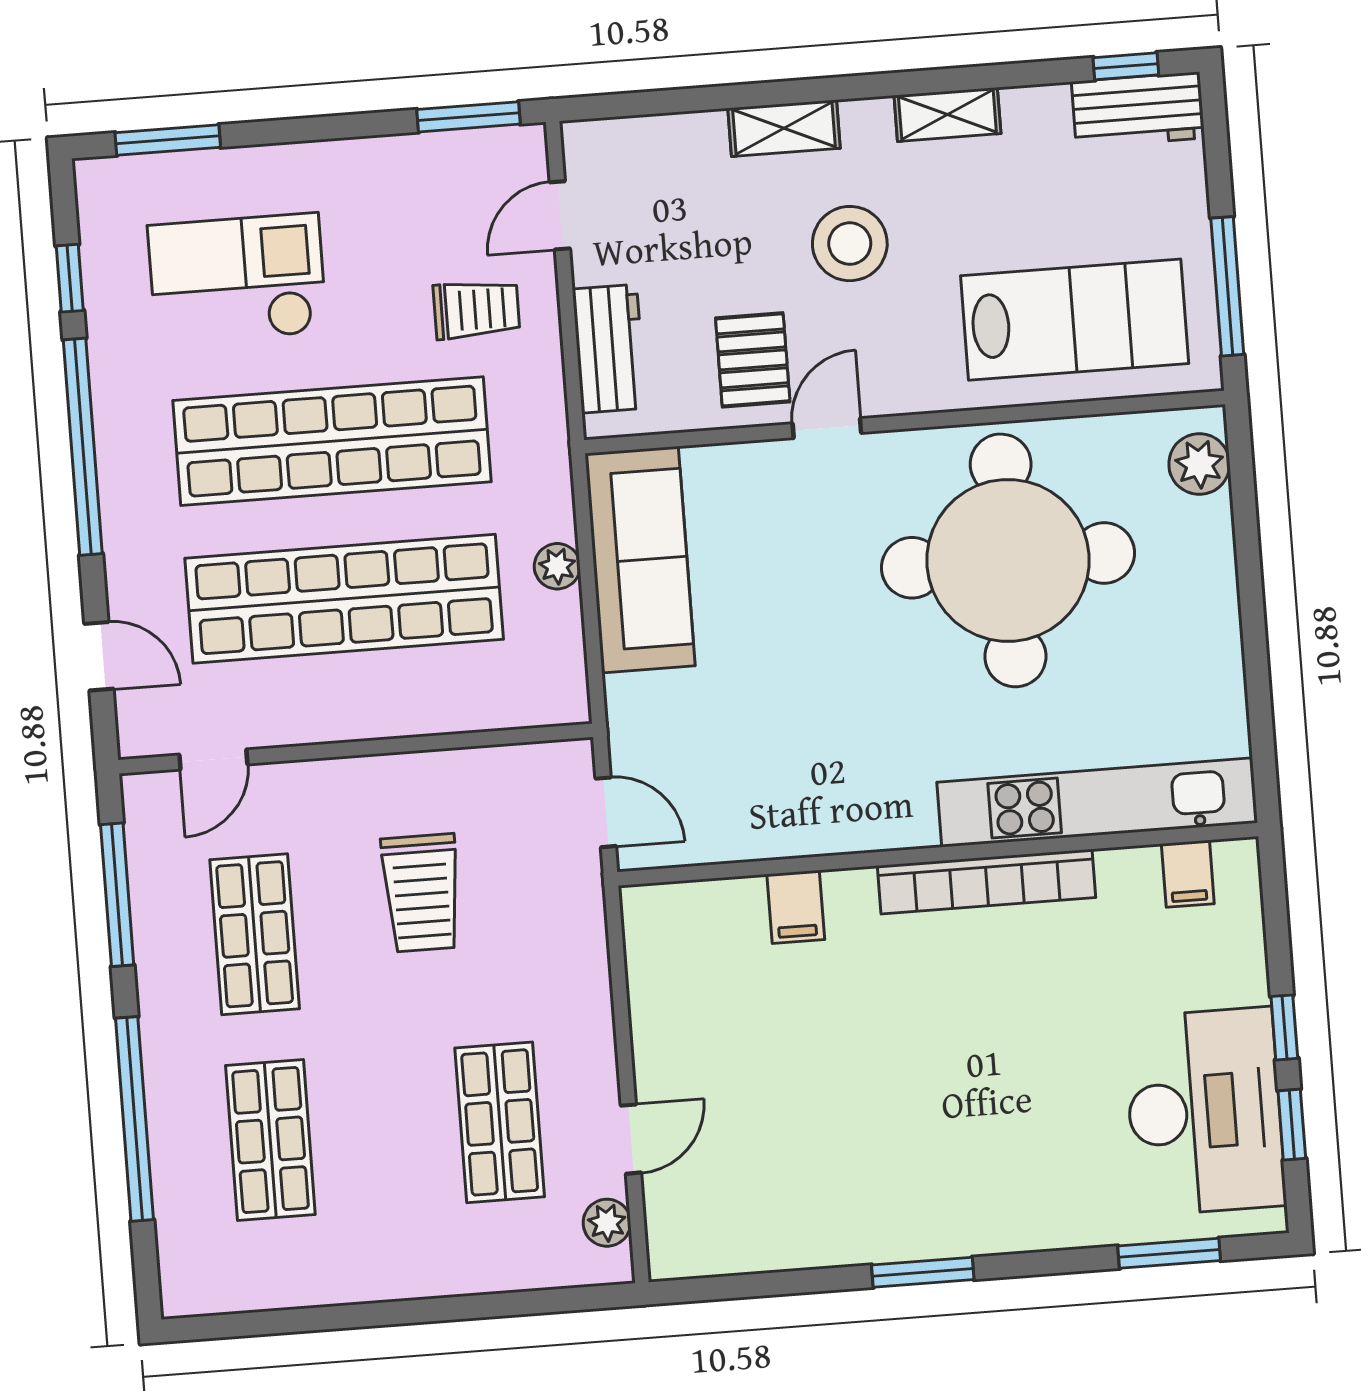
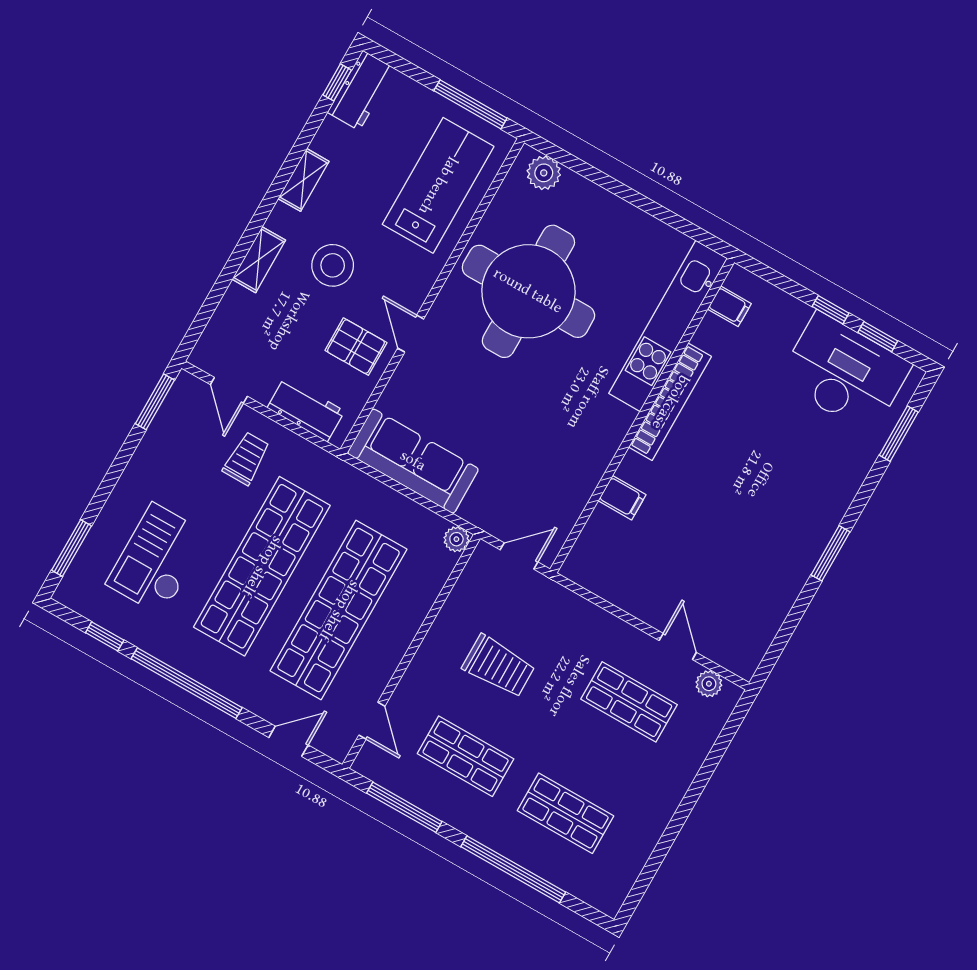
plant: (557, 566) -> (456, 539), moved

